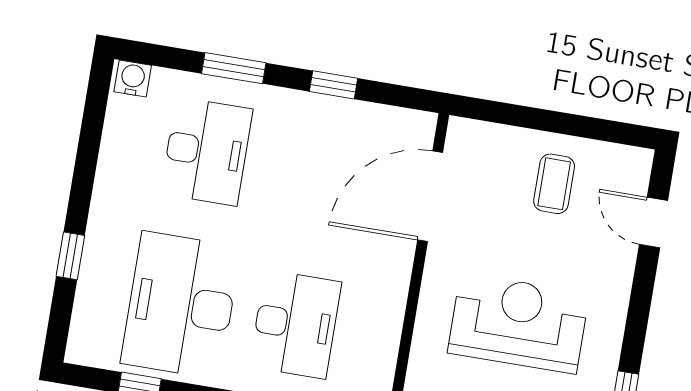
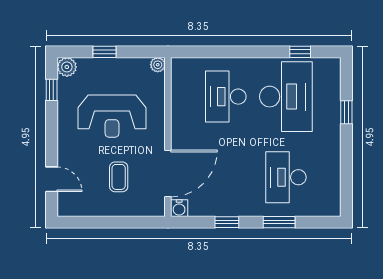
water cooler: (133, 79) -> (179, 208), moved
coffee table: (554, 184) -> (119, 177), moved

